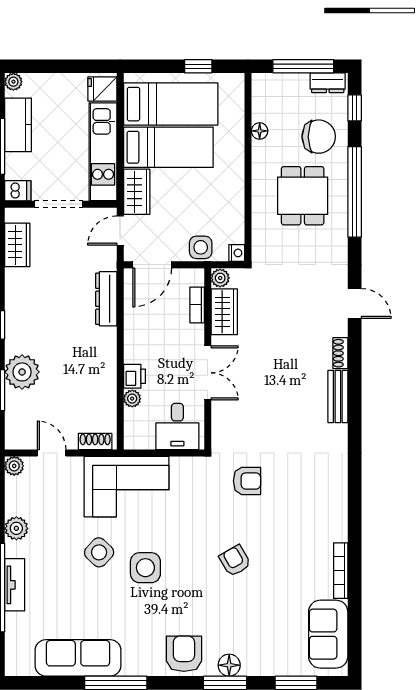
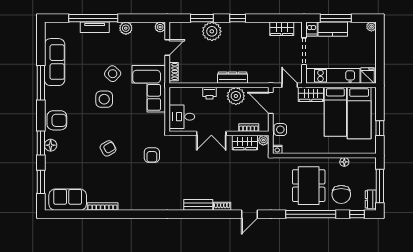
kitchen counter: (18, 125) -> (333, 29), moved
dining table: (303, 196) -> (309, 186), width x1.38
dresser: (106, 299) -> (233, 78), moved
plant: (132, 399) -> (236, 96), moved, width x1.87, depth x1.87

